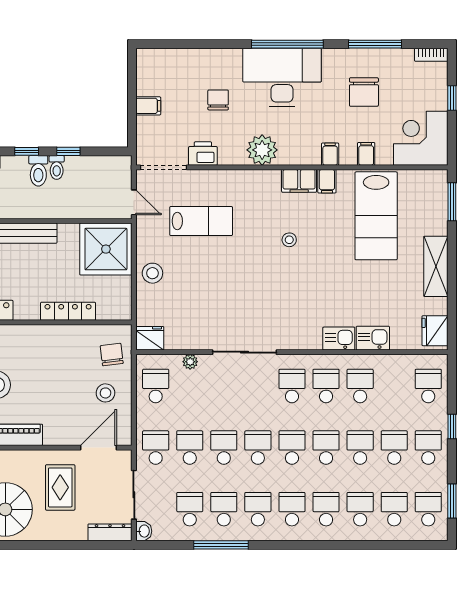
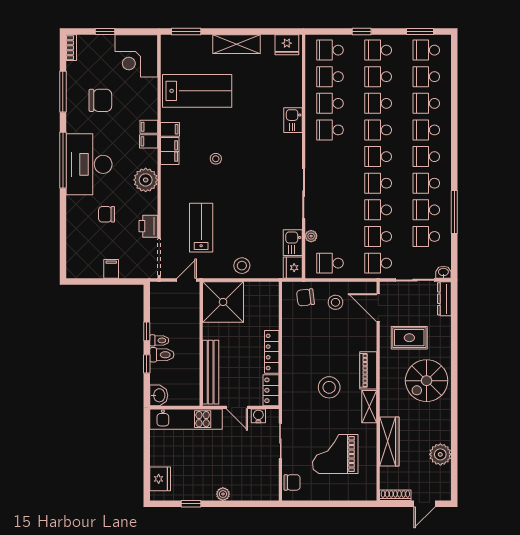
filing cabinet: (366, 154) -> (149, 141), moved
locker: (68, 311) -> (272, 352), moved
kitchen sink: (373, 338) -> (293, 243), moved
school desk: (292, 386) -> (330, 77), moved

